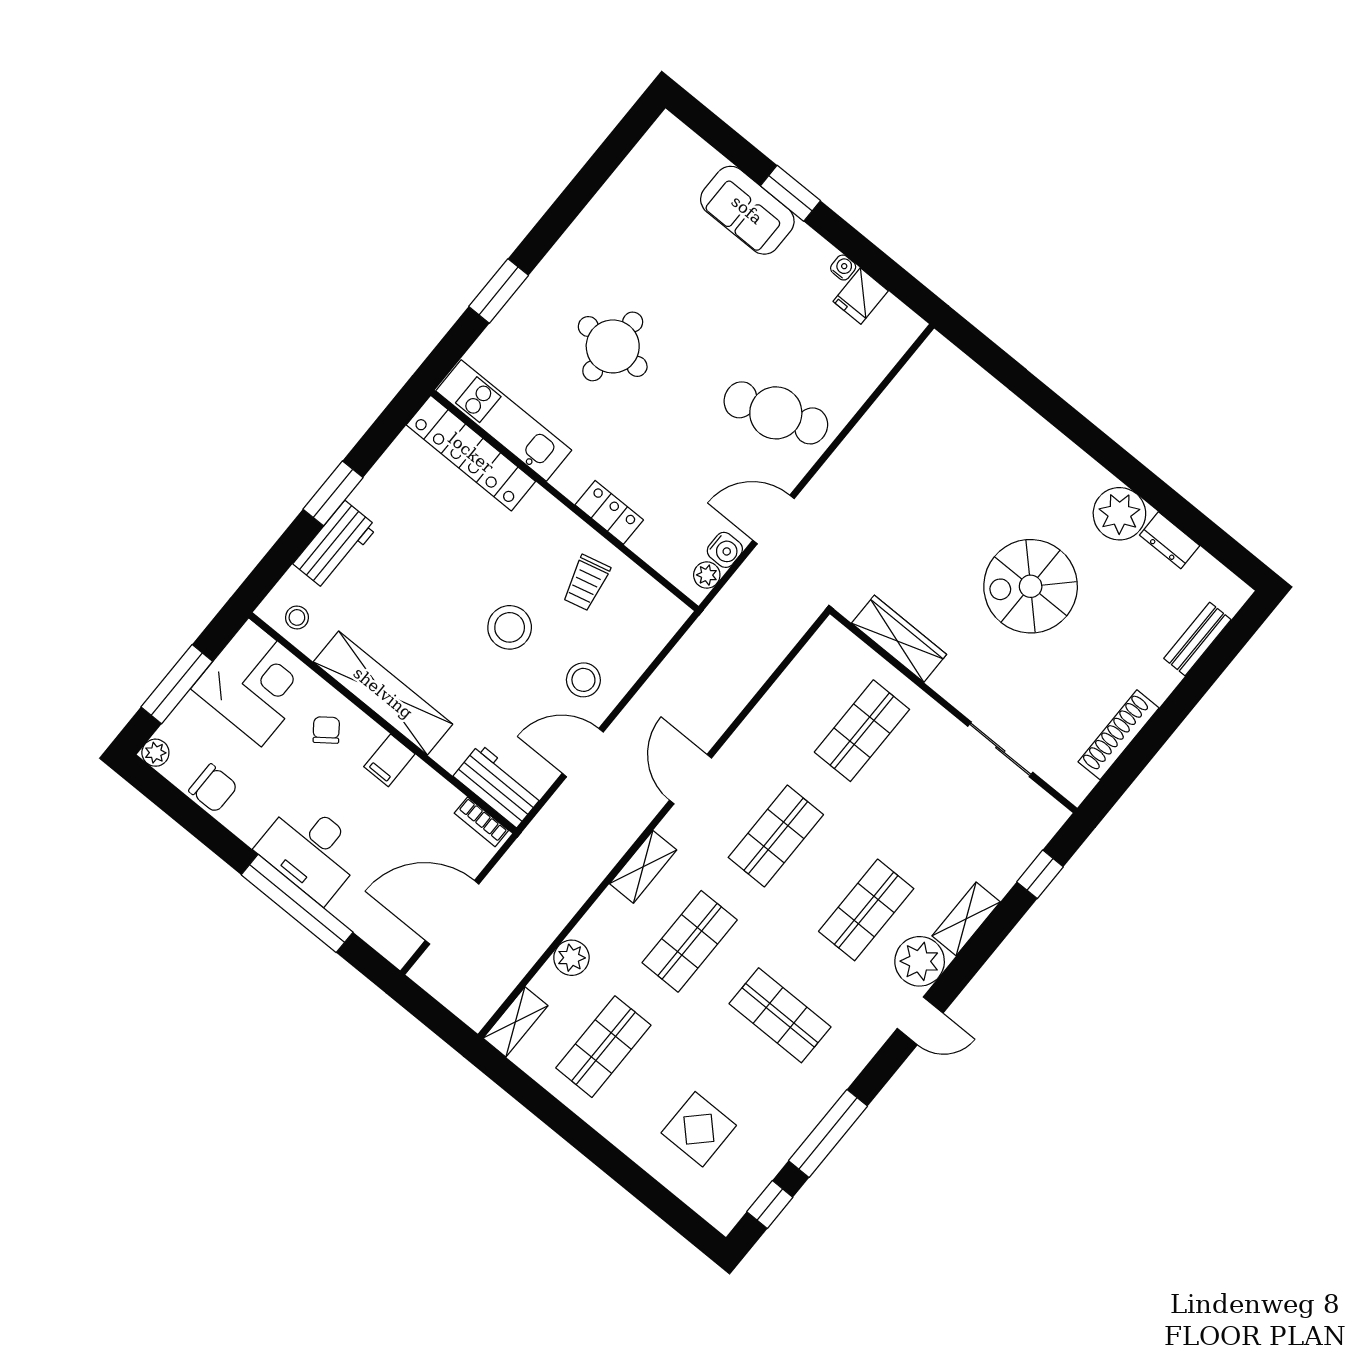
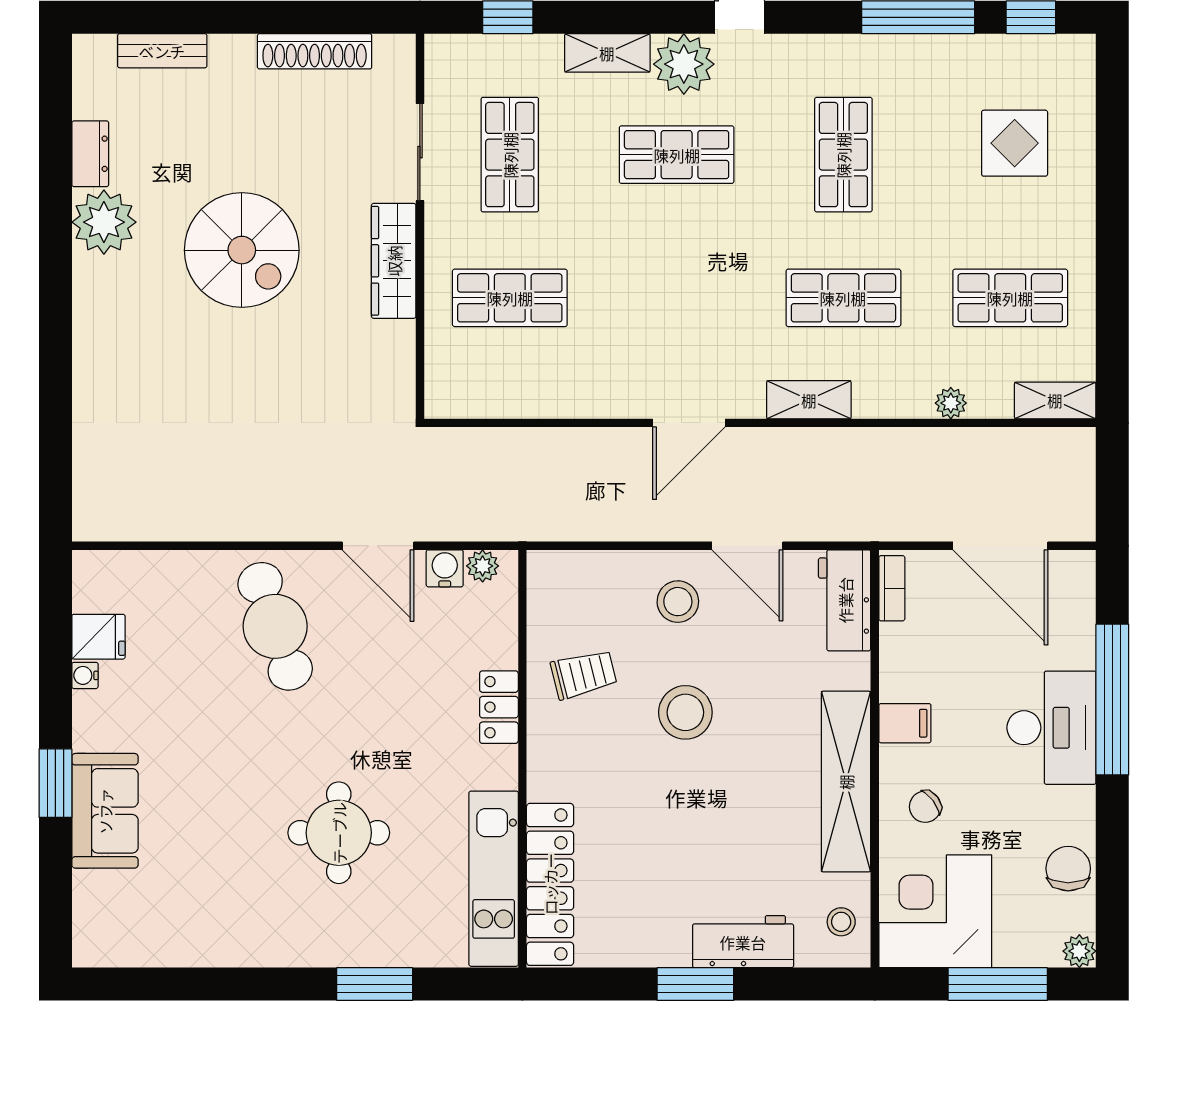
wardrobe: (899, 639) -> (394, 261), moved
shop shelf: (776, 836) -> (510, 155), moved, turned 90
plant: (571, 958) -> (951, 403), width x0.73, depth x0.73

